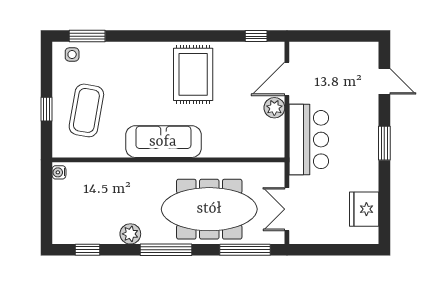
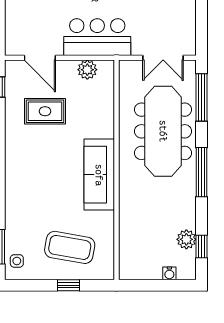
rug: (193, 74) -> (45, 111), moved, width x0.73, depth x0.70
plant: (274, 108) -> (87, 70), moved
water cooler: (59, 172) -> (169, 273), moved
plant: (130, 234) -> (186, 239), moved

